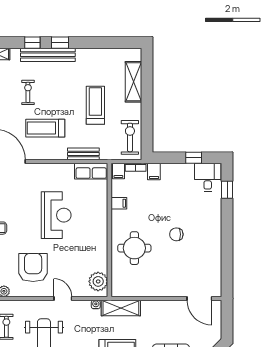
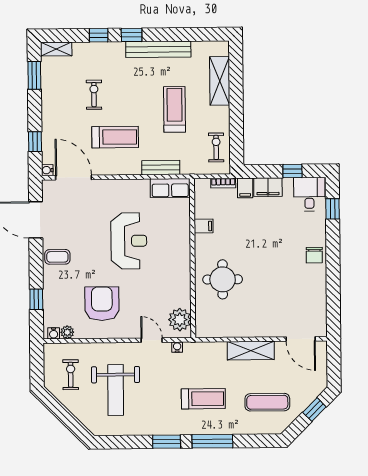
bench: (48, 55) -> (158, 49), moved
treadmill: (45, 128) -> (115, 137), turned 180
exercise bike: (130, 137) -> (216, 147), width x0.73, depth x0.72
filing cabinet: (118, 171) -> (268, 187), moved, width x2.00
chair: (176, 234) -> (314, 255), moved, turned -90
door: (63, 299) -> (152, 340), moved
shelving: (121, 308) -> (251, 351), moved

